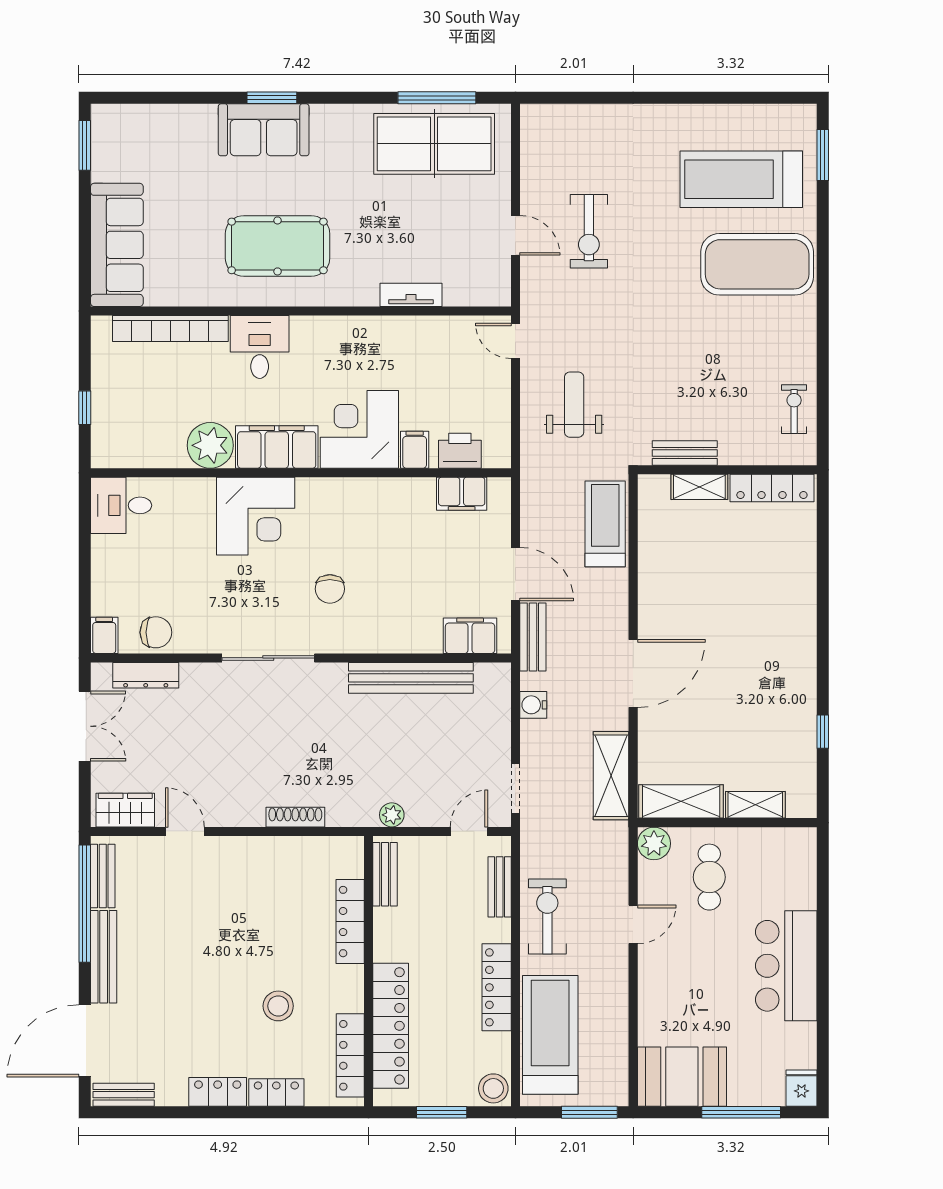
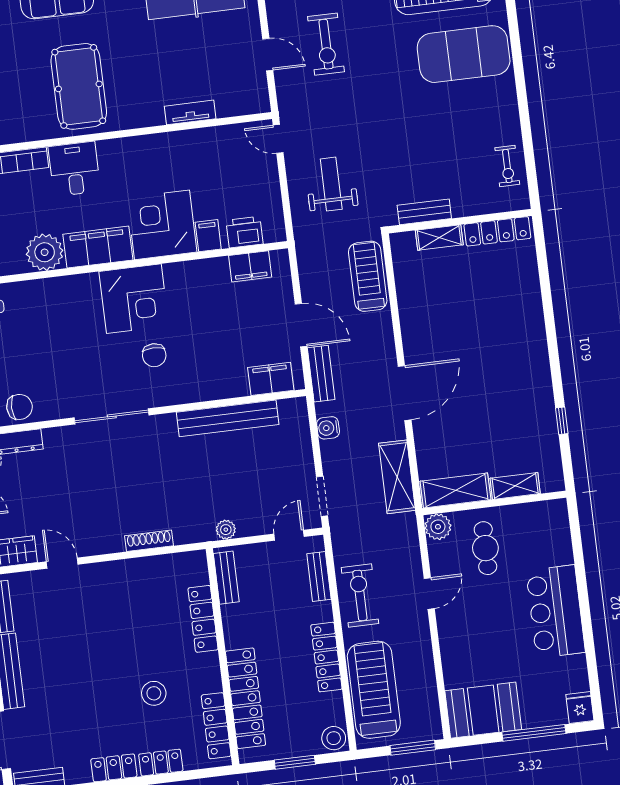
pool table: (278, 246) -> (79, 86), turned 90
exercise bike: (794, 409) -> (507, 166), turned 180
corner desk: (256, 516) -> (134, 299), moved

